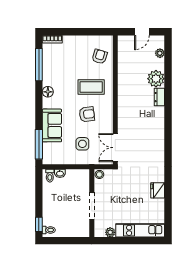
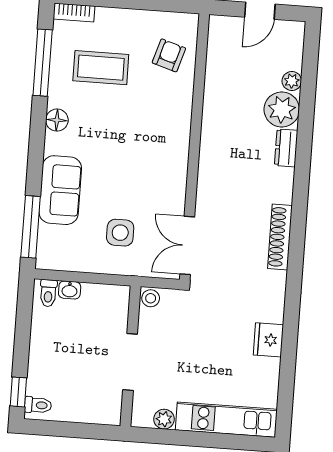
plant: (160, 53) -> (292, 81), moved
coffee table: (91, 87) -> (101, 68), moved
armchair: (87, 114) -> (134, 172), removed
shoe rack: (160, 140) -> (280, 237), added

